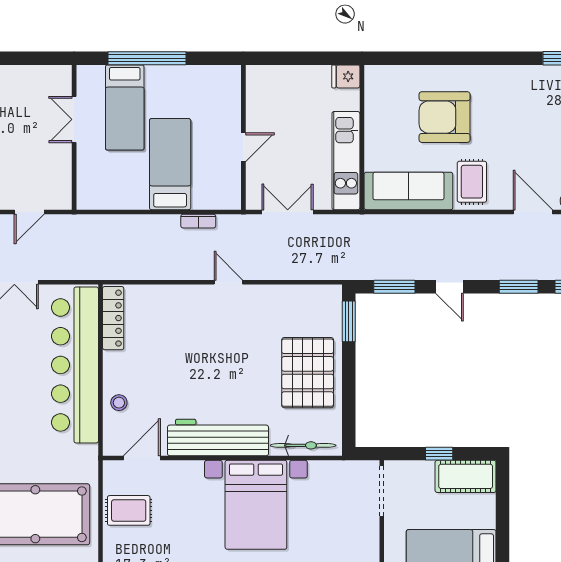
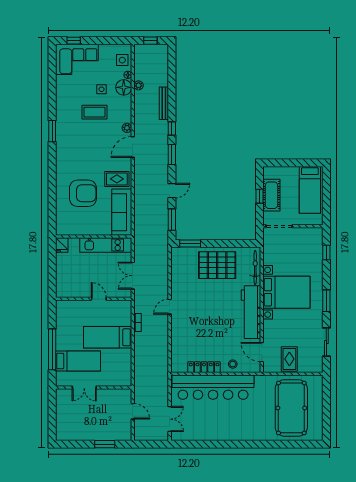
armchair: (445, 117) -> (83, 193), turned -90
locker: (113, 318) -> (204, 367), moved
cot: (466, 476) -> (271, 195), moved

